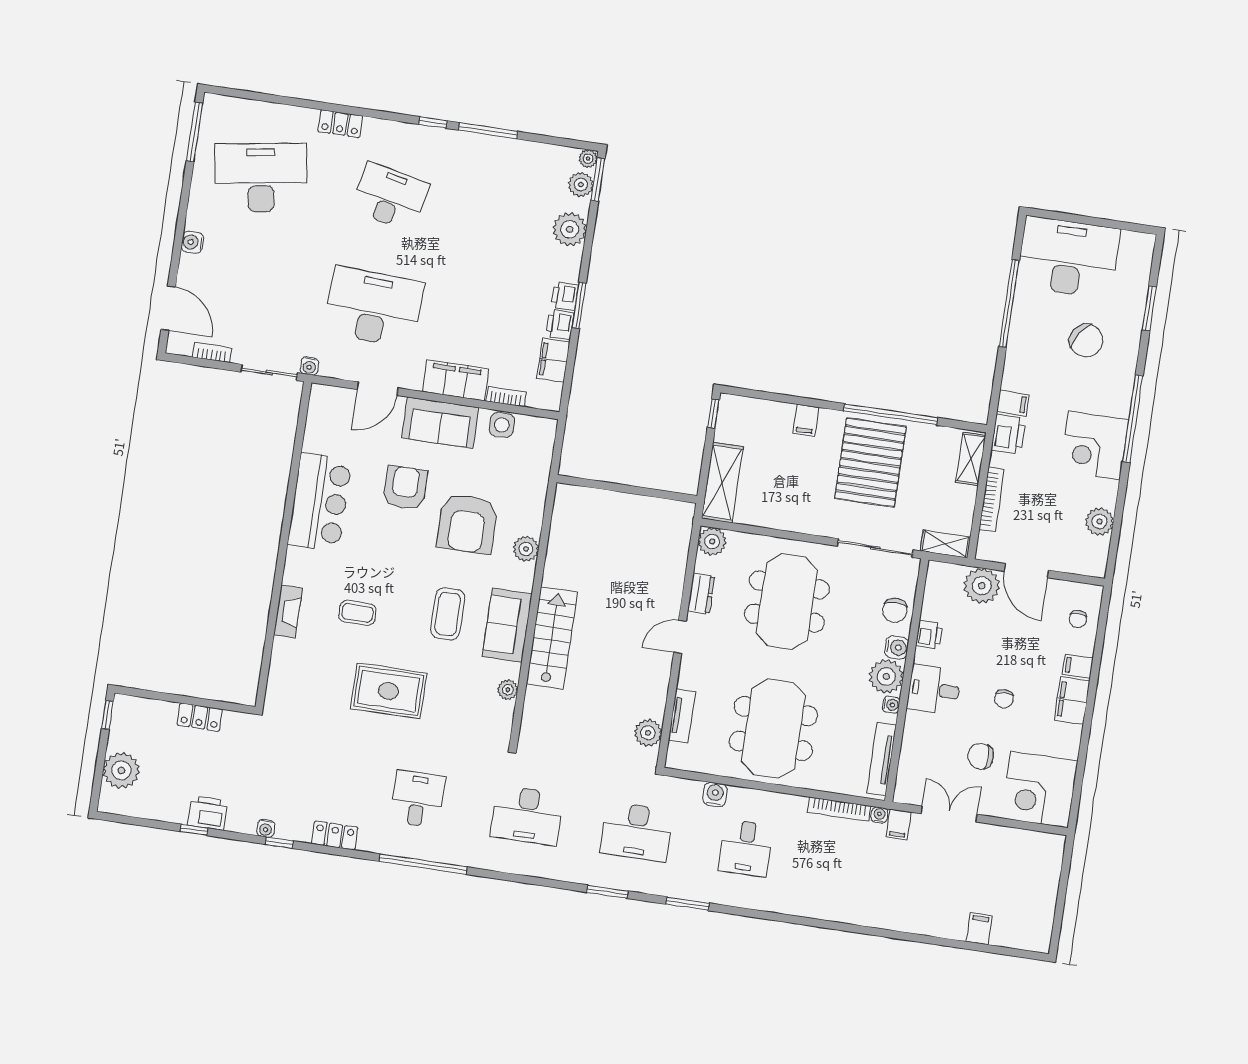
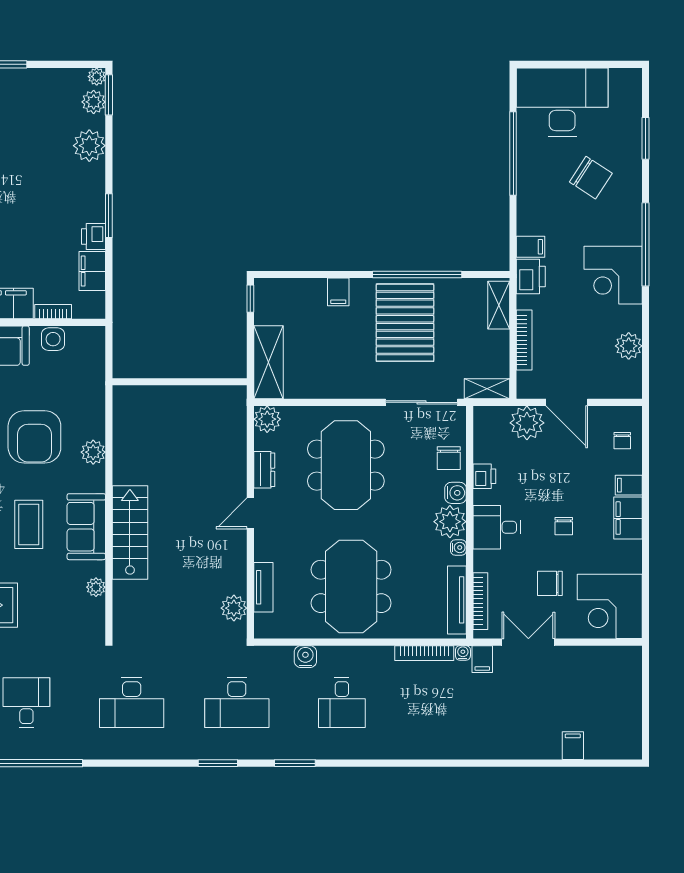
printer: (565, 296) -> (94, 209), removed
bookcase: (906, 764) -> (480, 601), added

